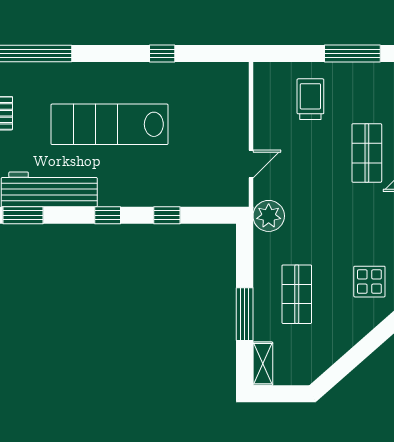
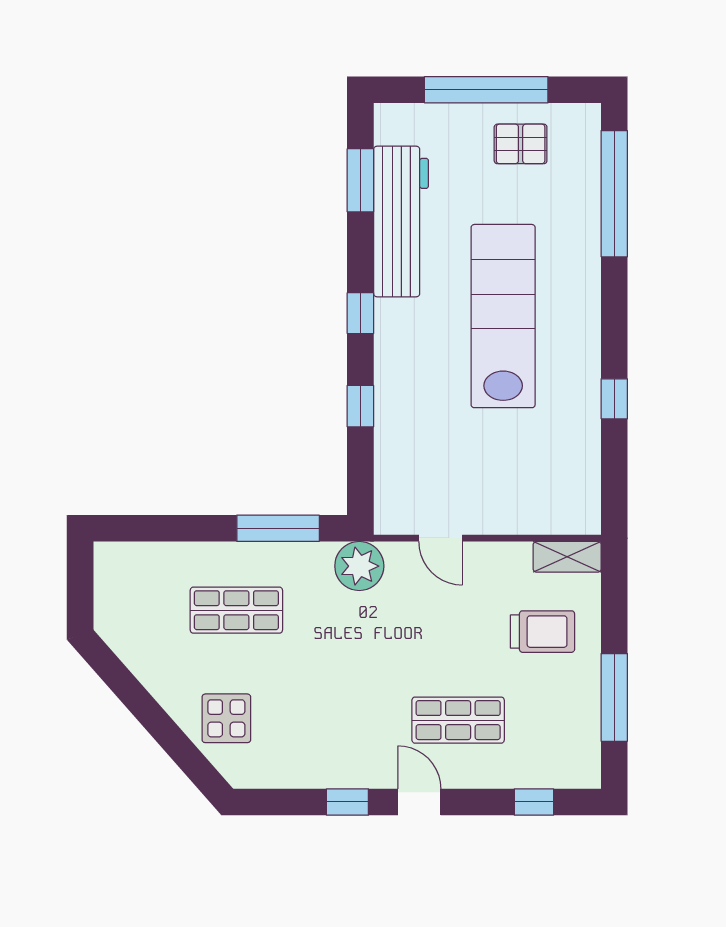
display table: (369, 282) -> (226, 718), moved
window: (245, 314) -> (278, 528), moved
shelving: (263, 364) -> (567, 557), moved

